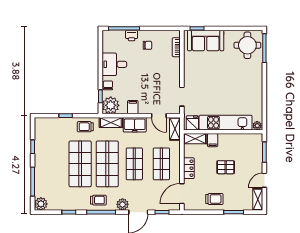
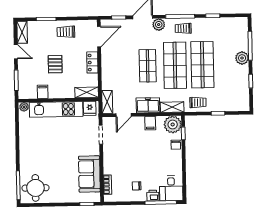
sofa: (206, 41) -> (89, 174), moved, turned -90
desk: (114, 64) -> (171, 188), moved, turned 90
door: (159, 116) -> (124, 115), swing flipped
filing cabinet: (213, 140) -> (43, 92), moved
shop shelf: (161, 164) -> (120, 66), removed
pallet: (226, 167) -> (55, 64), turned 90
door: (264, 180) -> (16, 52), hinge flipped
plant: (41, 204) -> (242, 58), moved

